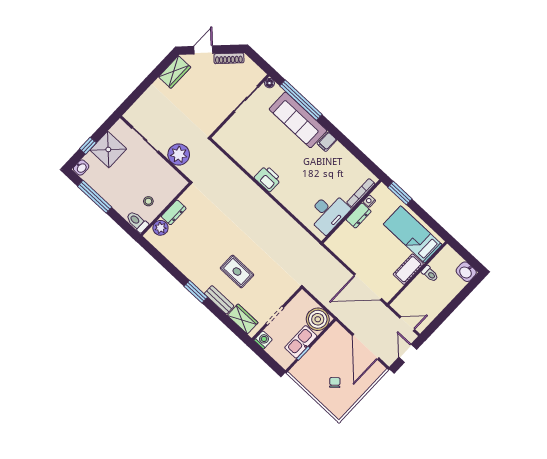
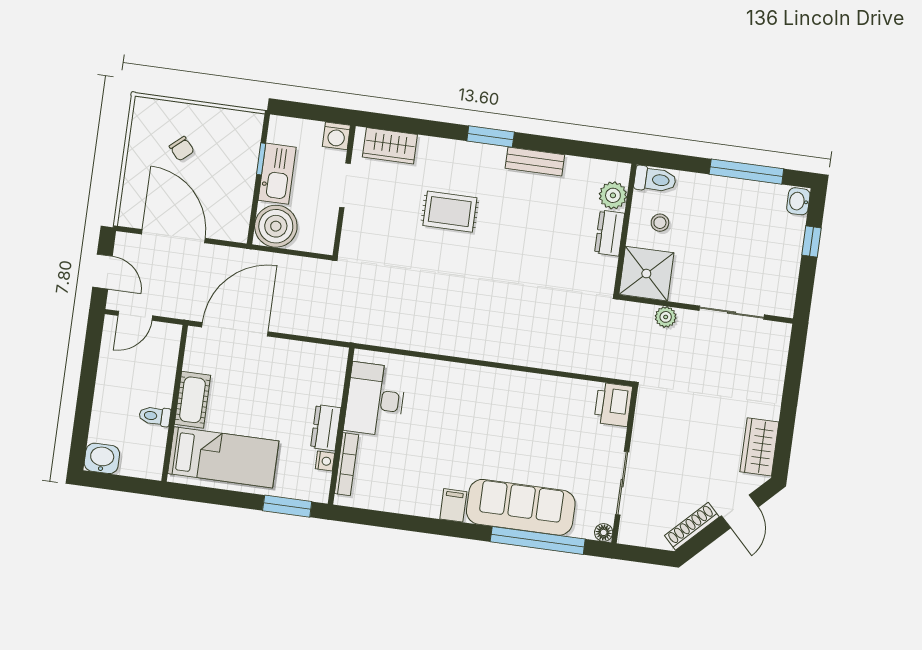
shower: (108, 149) -> (646, 274), moved
plant: (179, 155) -> (666, 317), width x0.53, depth x0.53
printer: (268, 179) -> (613, 404), moved, turned 90
bench: (219, 300) -> (535, 162), moved

